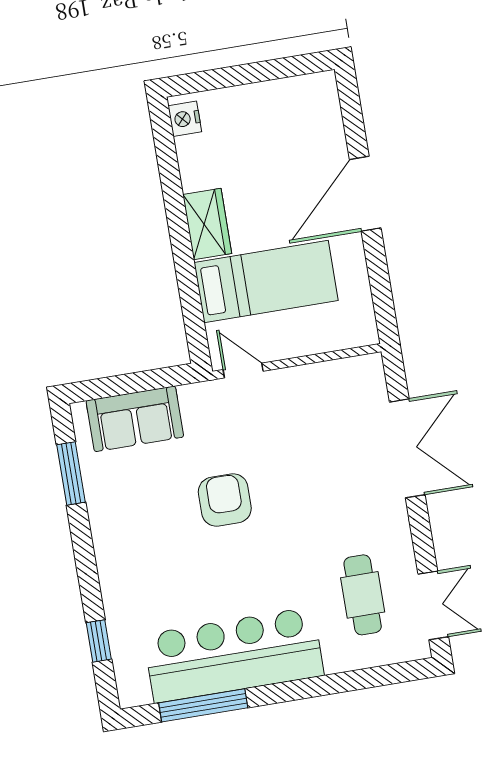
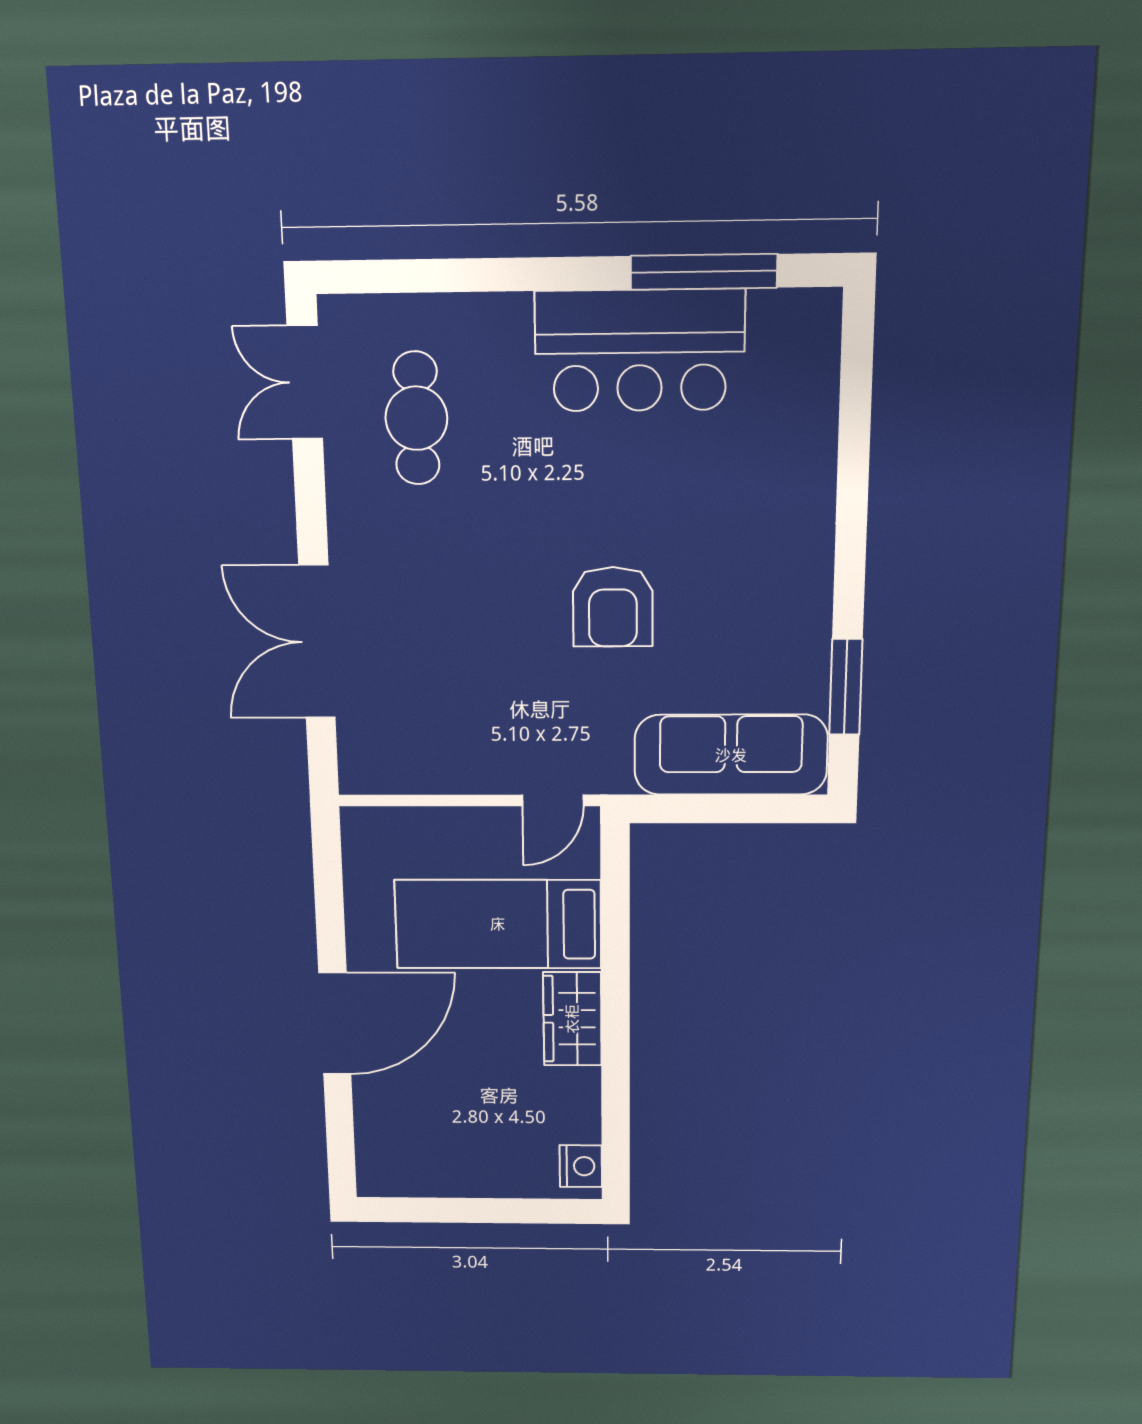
door: (243, 370) -> (553, 800), hinge flipped
sofa: (135, 419) -> (731, 755), width x1.36
window: (99, 641) -> (855, 410), removed
bar counter: (234, 655) -> (640, 351), width x0.73

